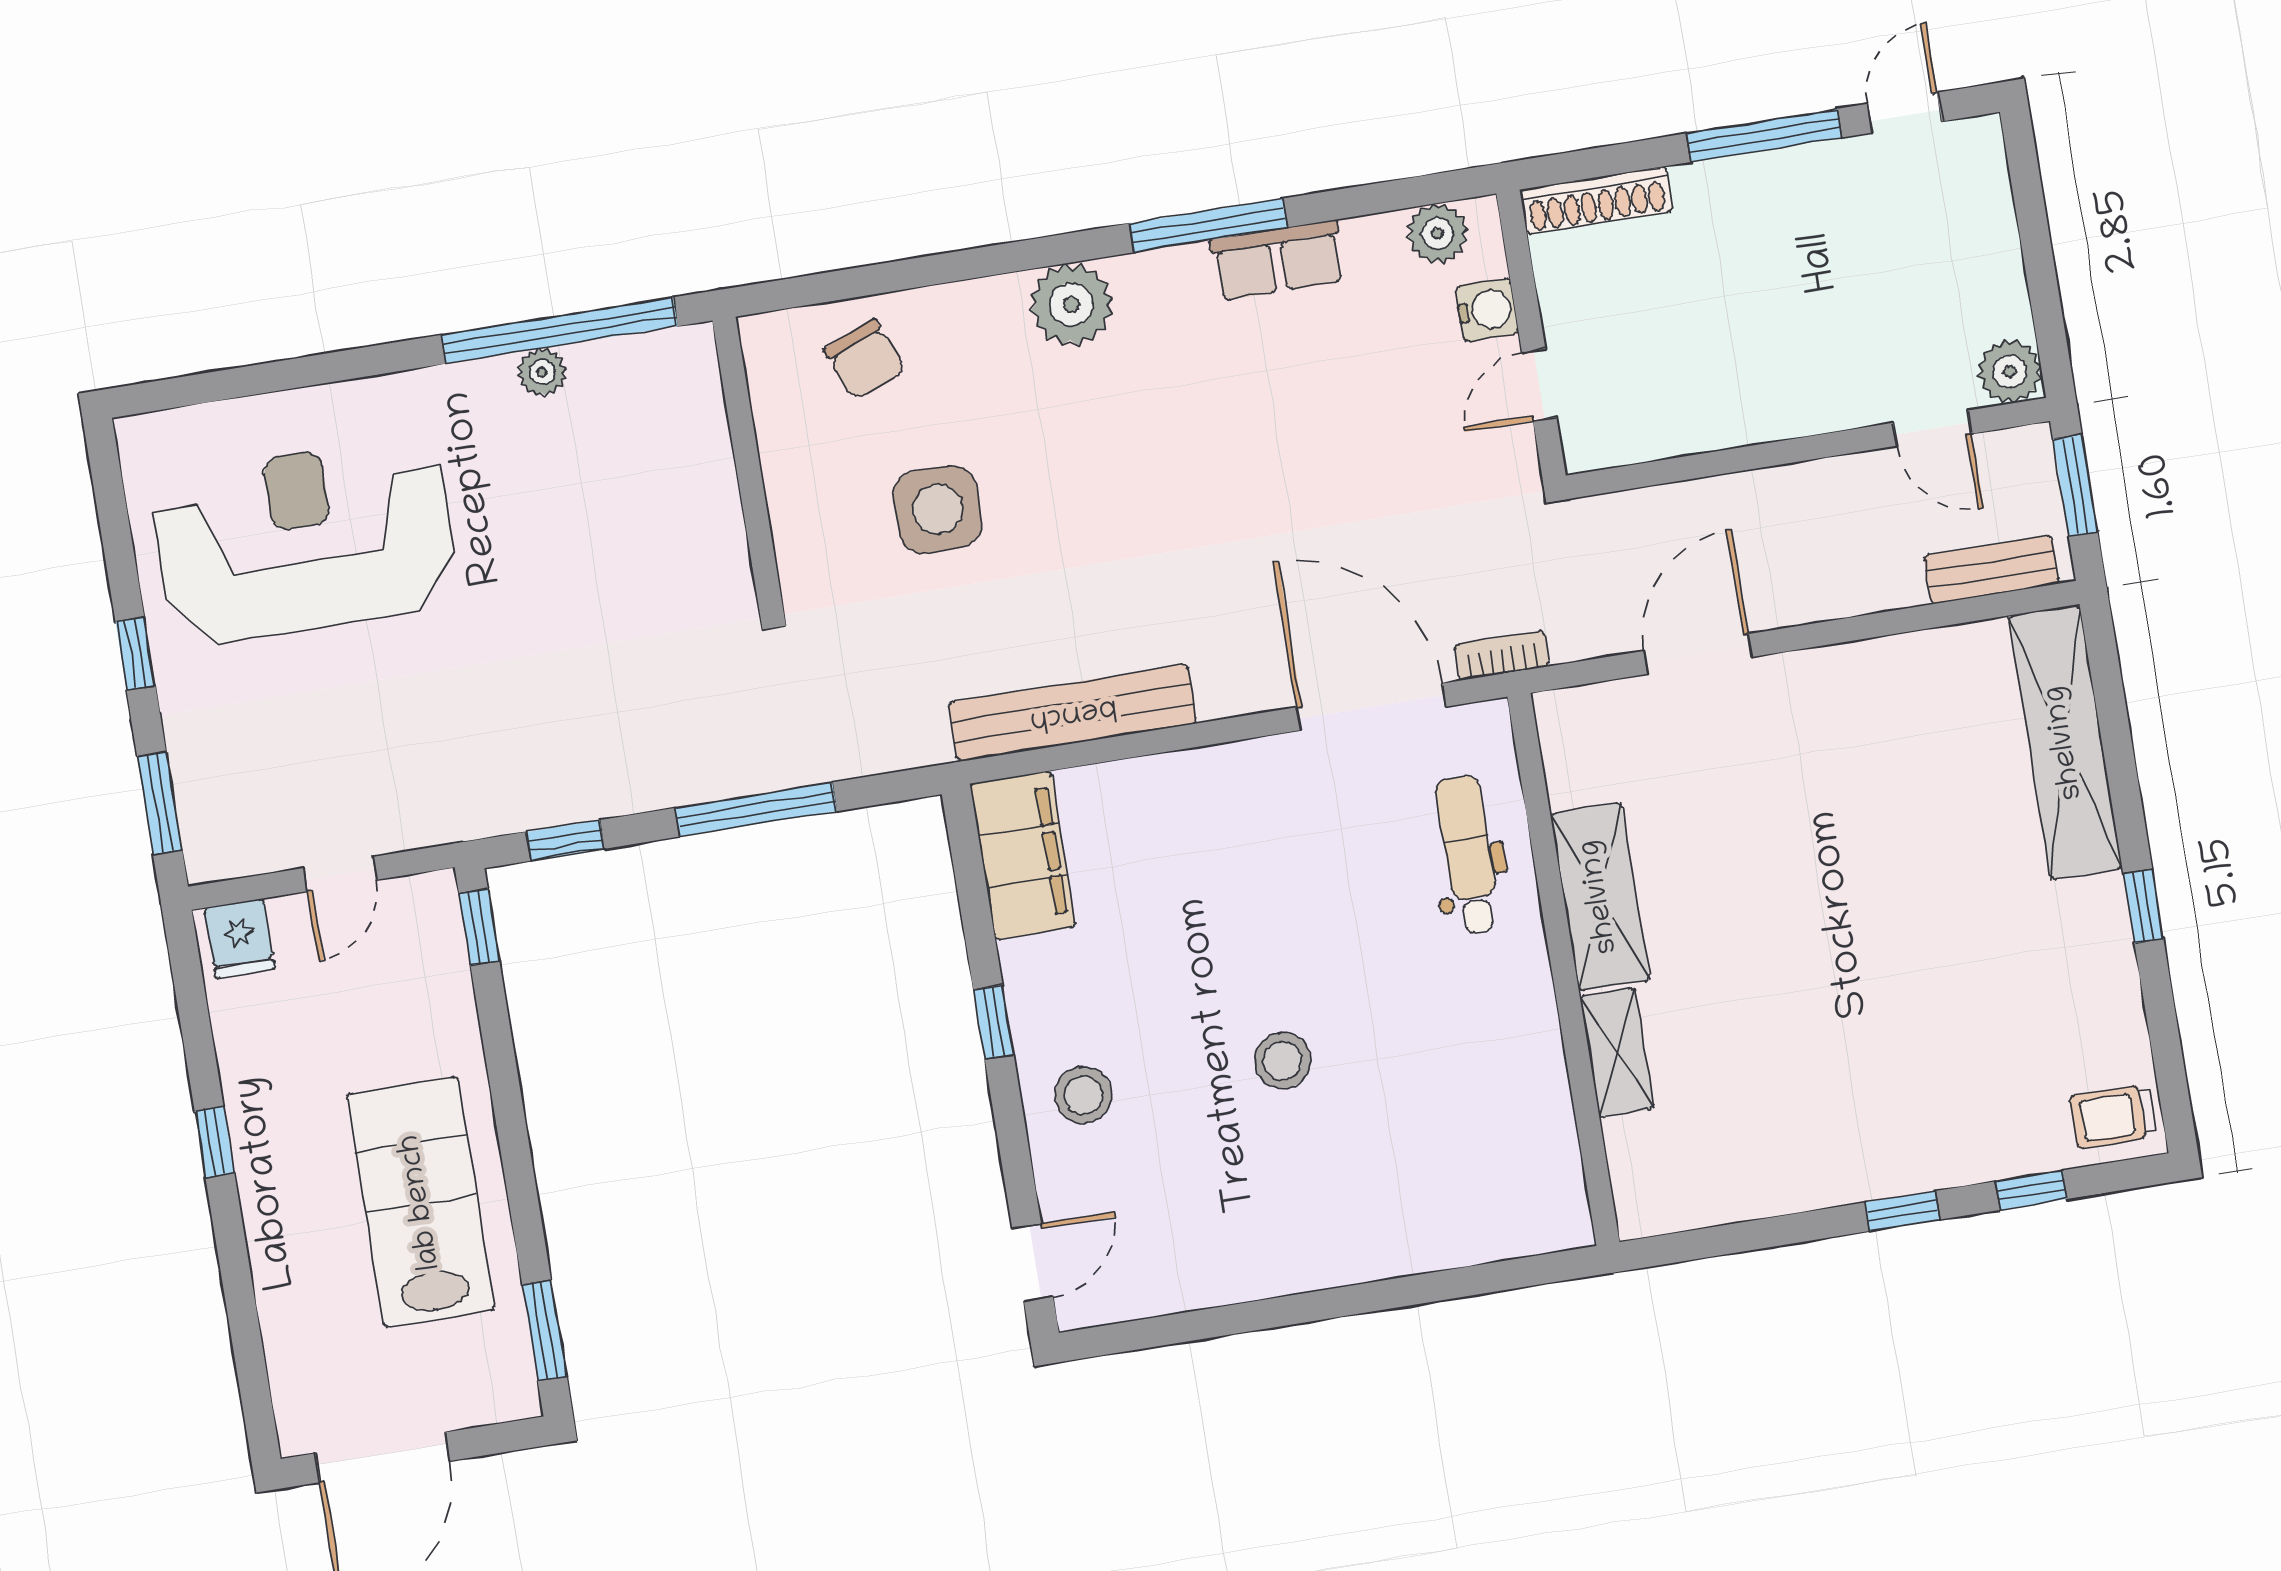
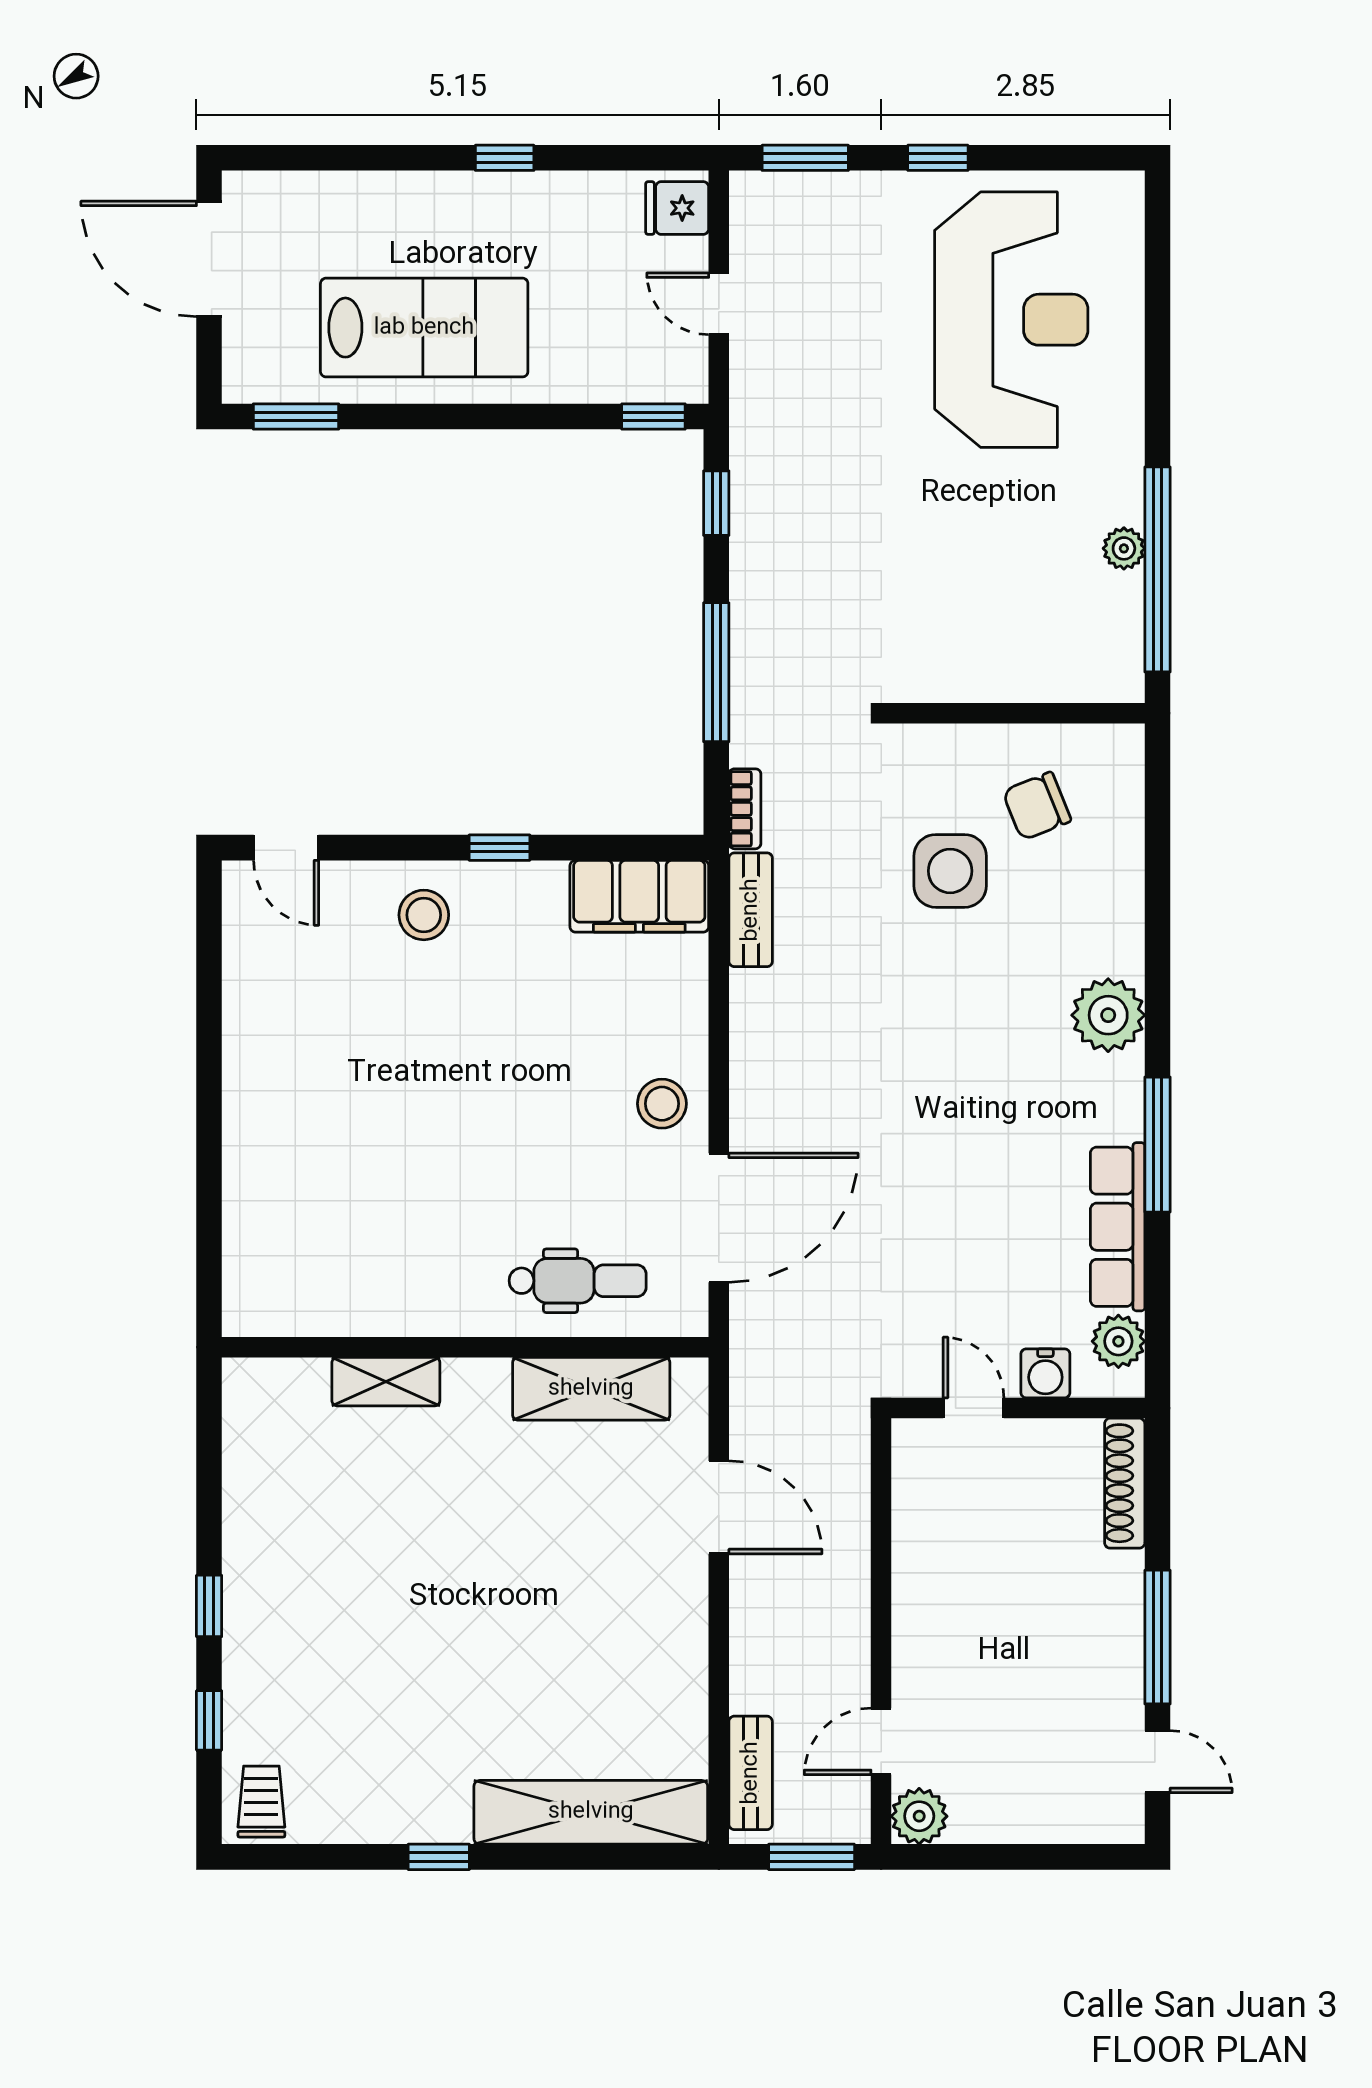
row of seats: (1278, 260) -> (1118, 1227), width x1.48
chair: (865, 360) -> (1037, 806), moved
bookcase: (1502, 656) -> (745, 809), moved
bench: (1073, 713) -> (751, 910), width x0.54, depth x0.82
shelving: (1600, 897) -> (591, 1389), moved
stool: (1282, 1061) -> (662, 1104), moved

